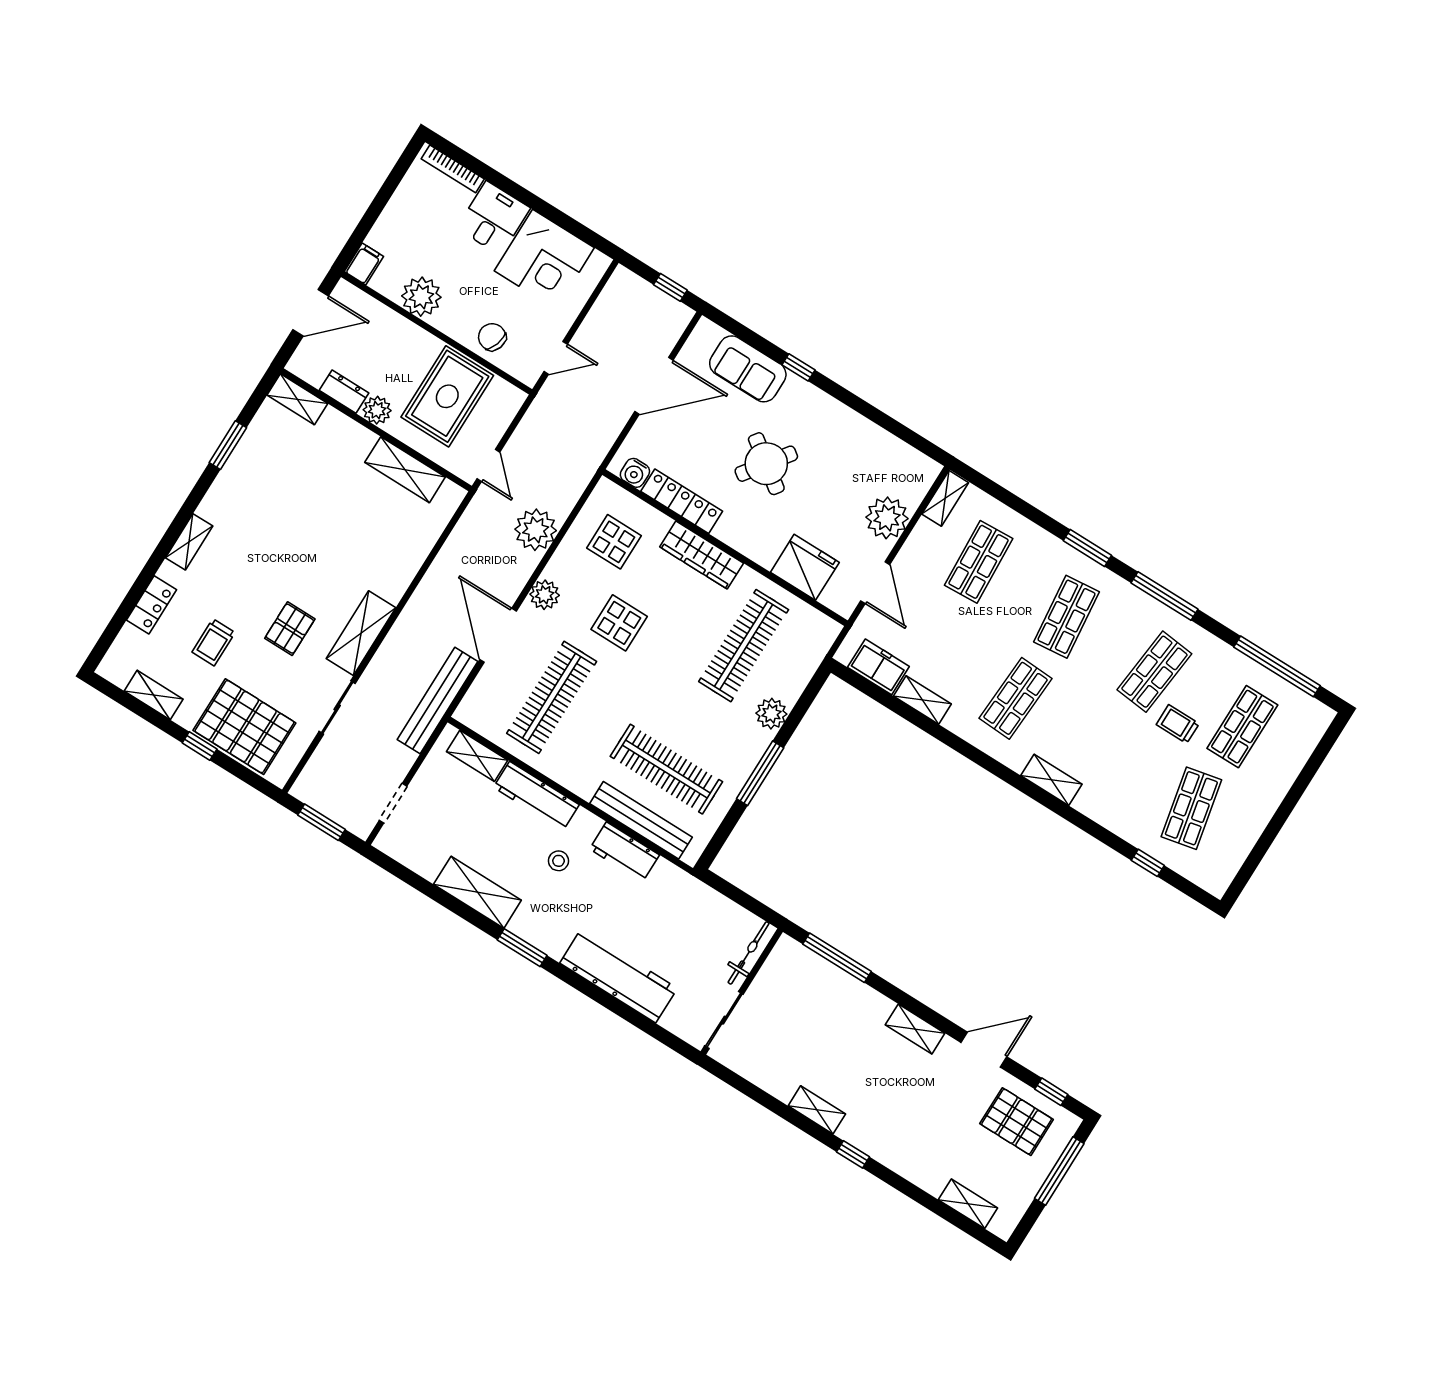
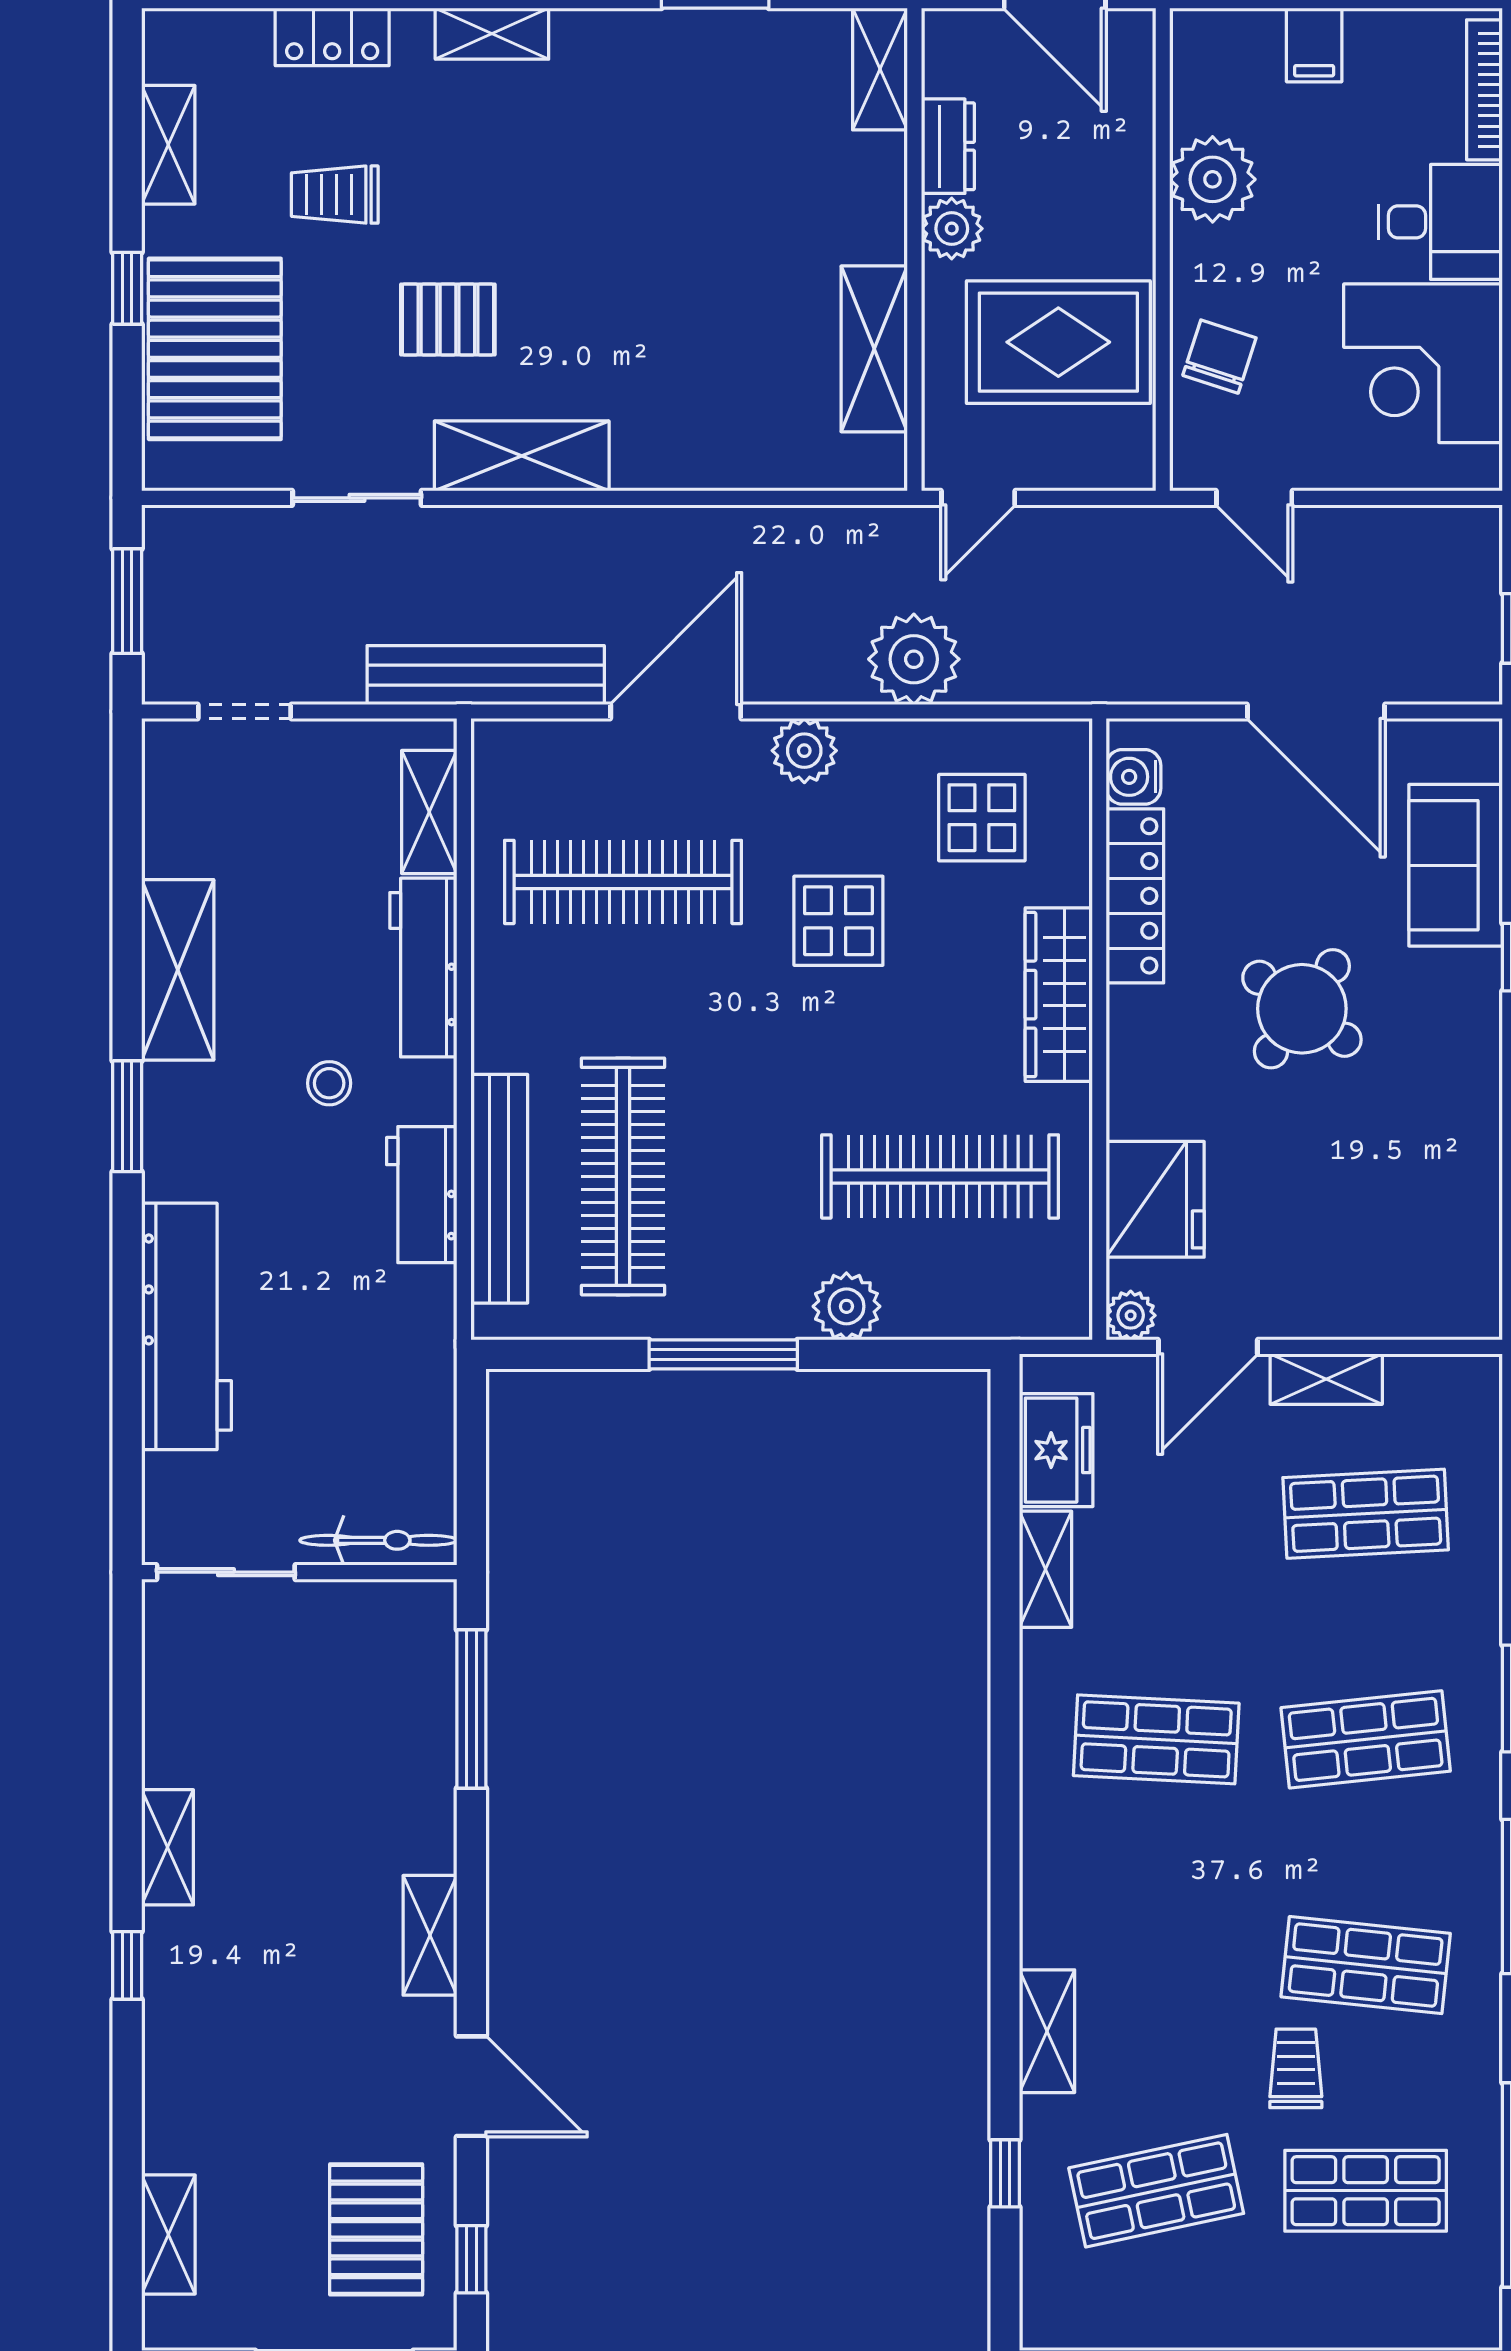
filing cabinet: (364, 264) -> (1314, 45), moved, turned 90
shelving: (945, 498) -> (1326, 1379), moved
plant: (887, 518) -> (1131, 1315), moved, width x0.53, depth x0.53
shelving: (1051, 780) -> (1047, 2031), moved

